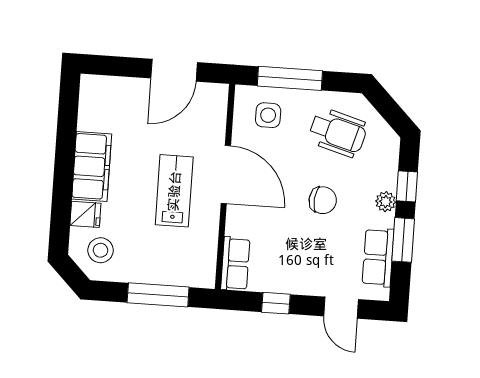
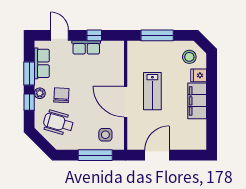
wheelchair: (338, 133) -> (58, 123), moved
chair: (323, 200) -> (61, 95), moved, turned 87
row of seats: (235, 264) -> (86, 47), moved, turned -90

